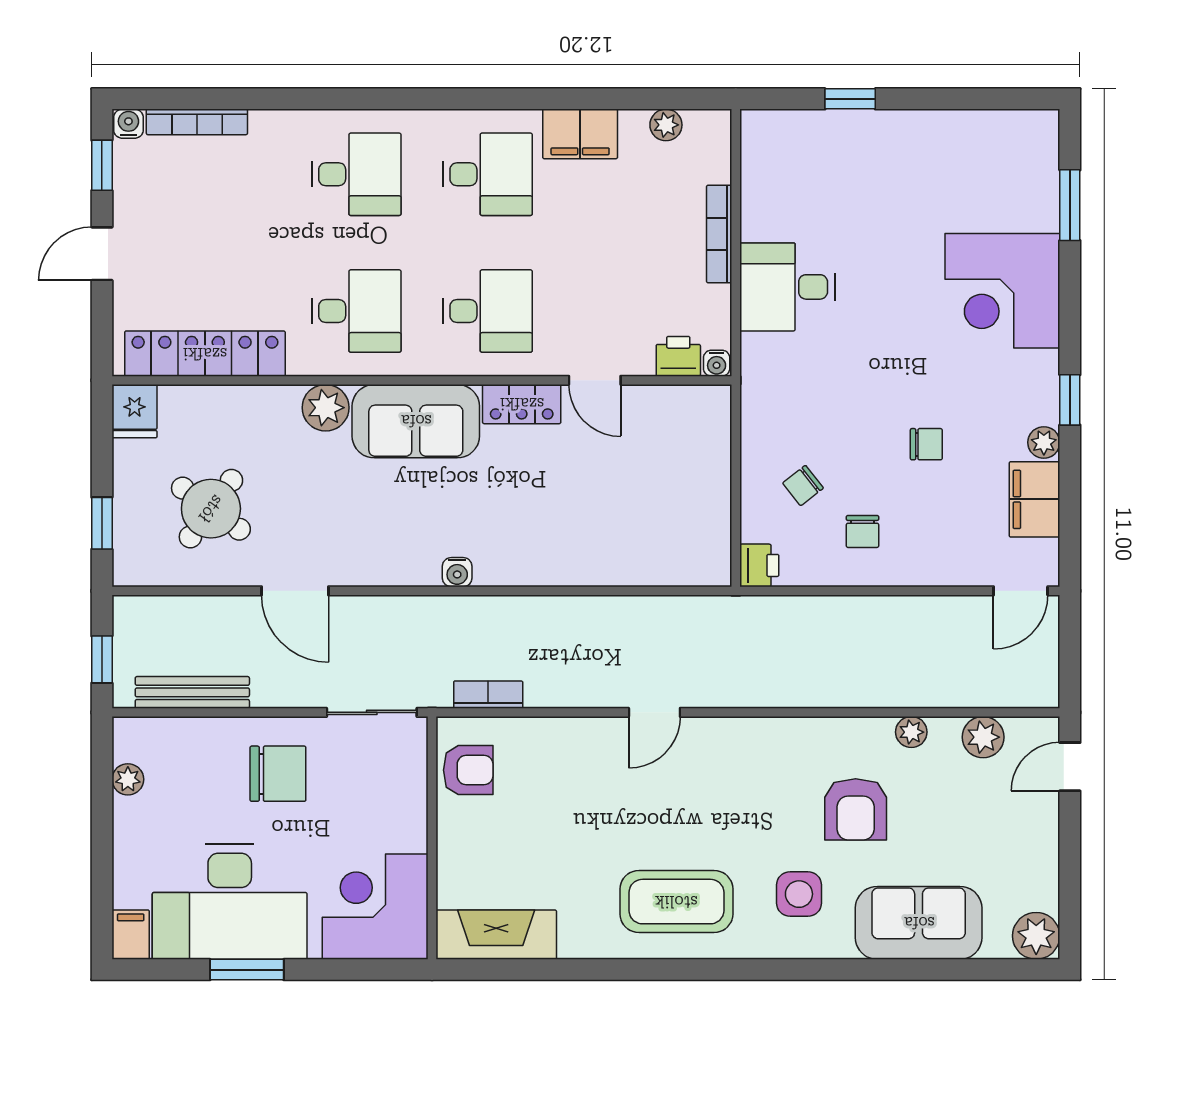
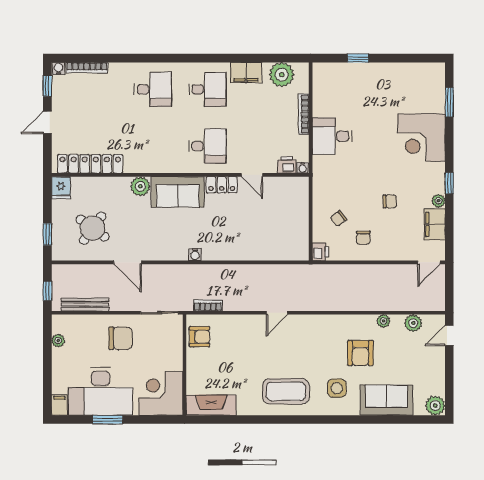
plant: (666, 125) -> (282, 75), width x1.88, depth x1.88
desk: (356, 311) -> (153, 146), removed

